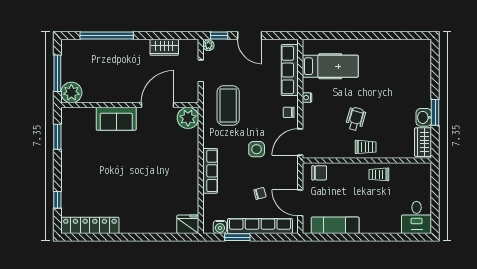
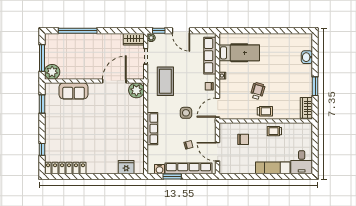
wardrobe: (164, 47) -> (134, 39), moved
washbasin: (424, 117) -> (307, 57), moved
sofa: (116, 119) -> (74, 91), moved
chair: (319, 173) -> (243, 139), moved
fridge: (188, 224) -> (126, 167), moved
exam couch: (335, 225) -> (273, 168), moved

